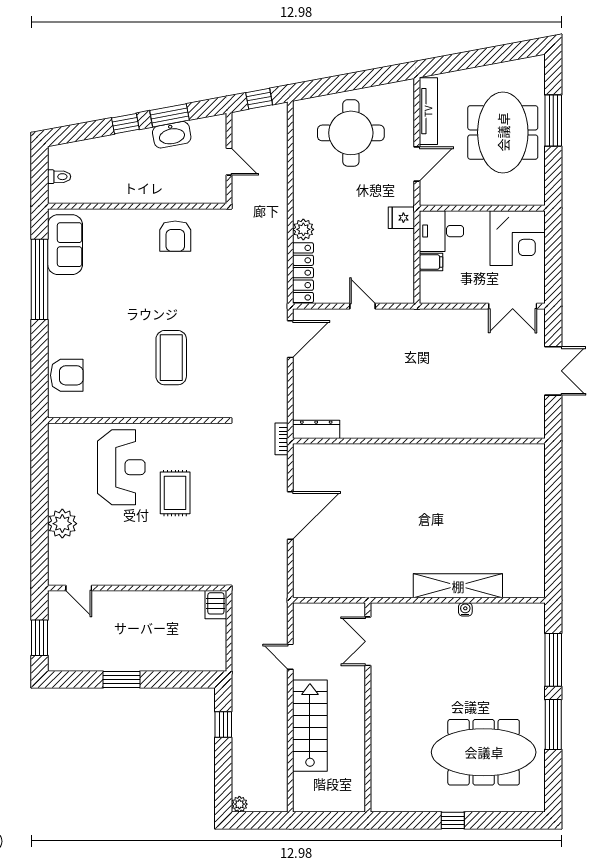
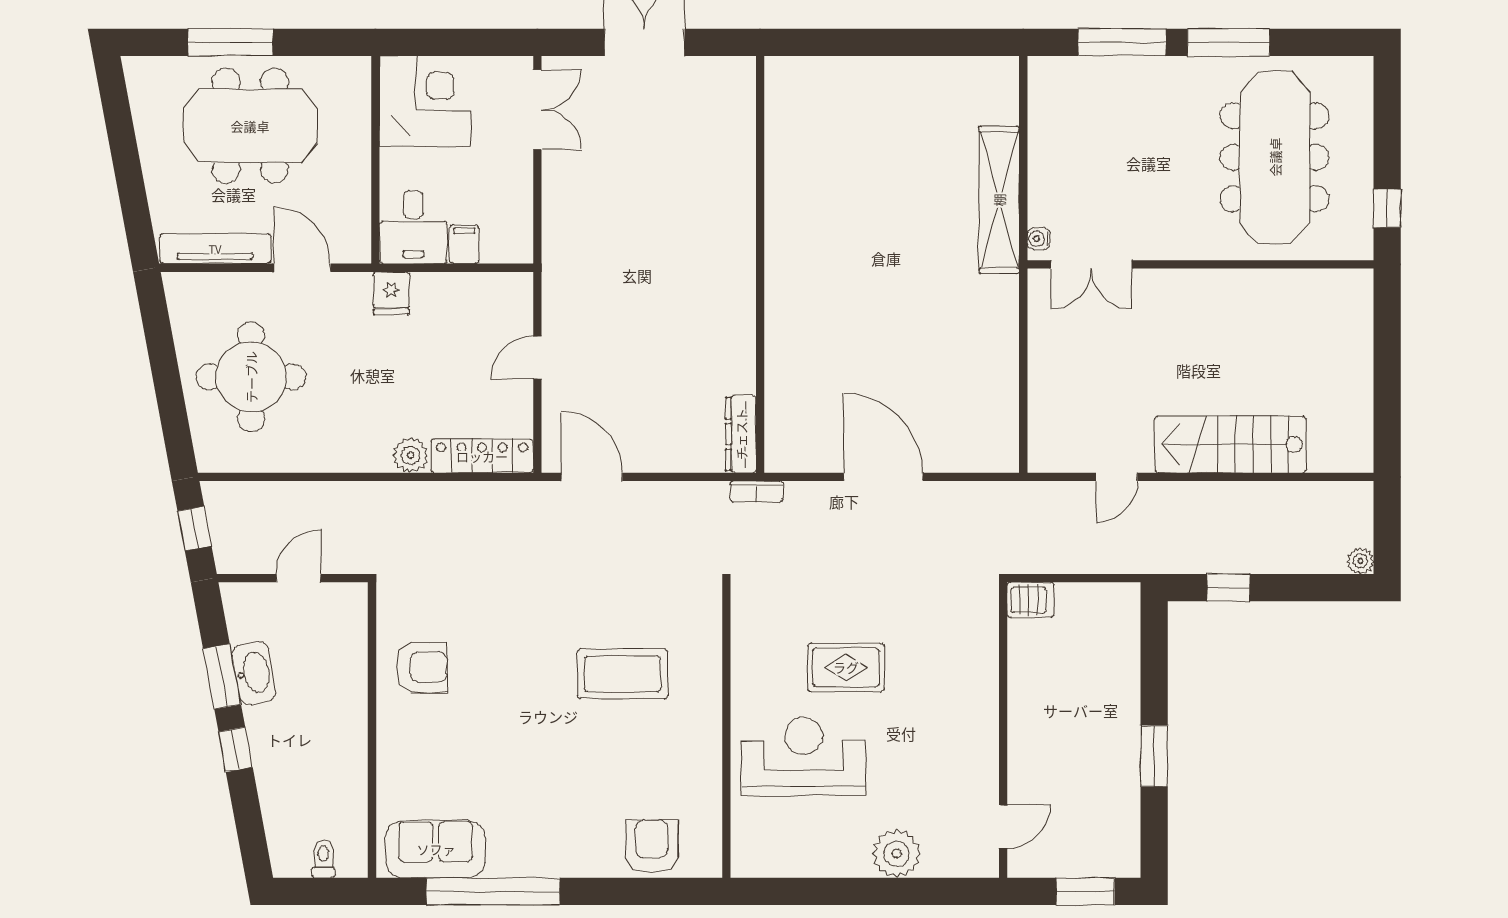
water cooler: (465, 609) -> (1038, 239), moved
double door: (368, 641) -> (1091, 264), moved
wall: (368, 707) -> (1200, 264), moved

